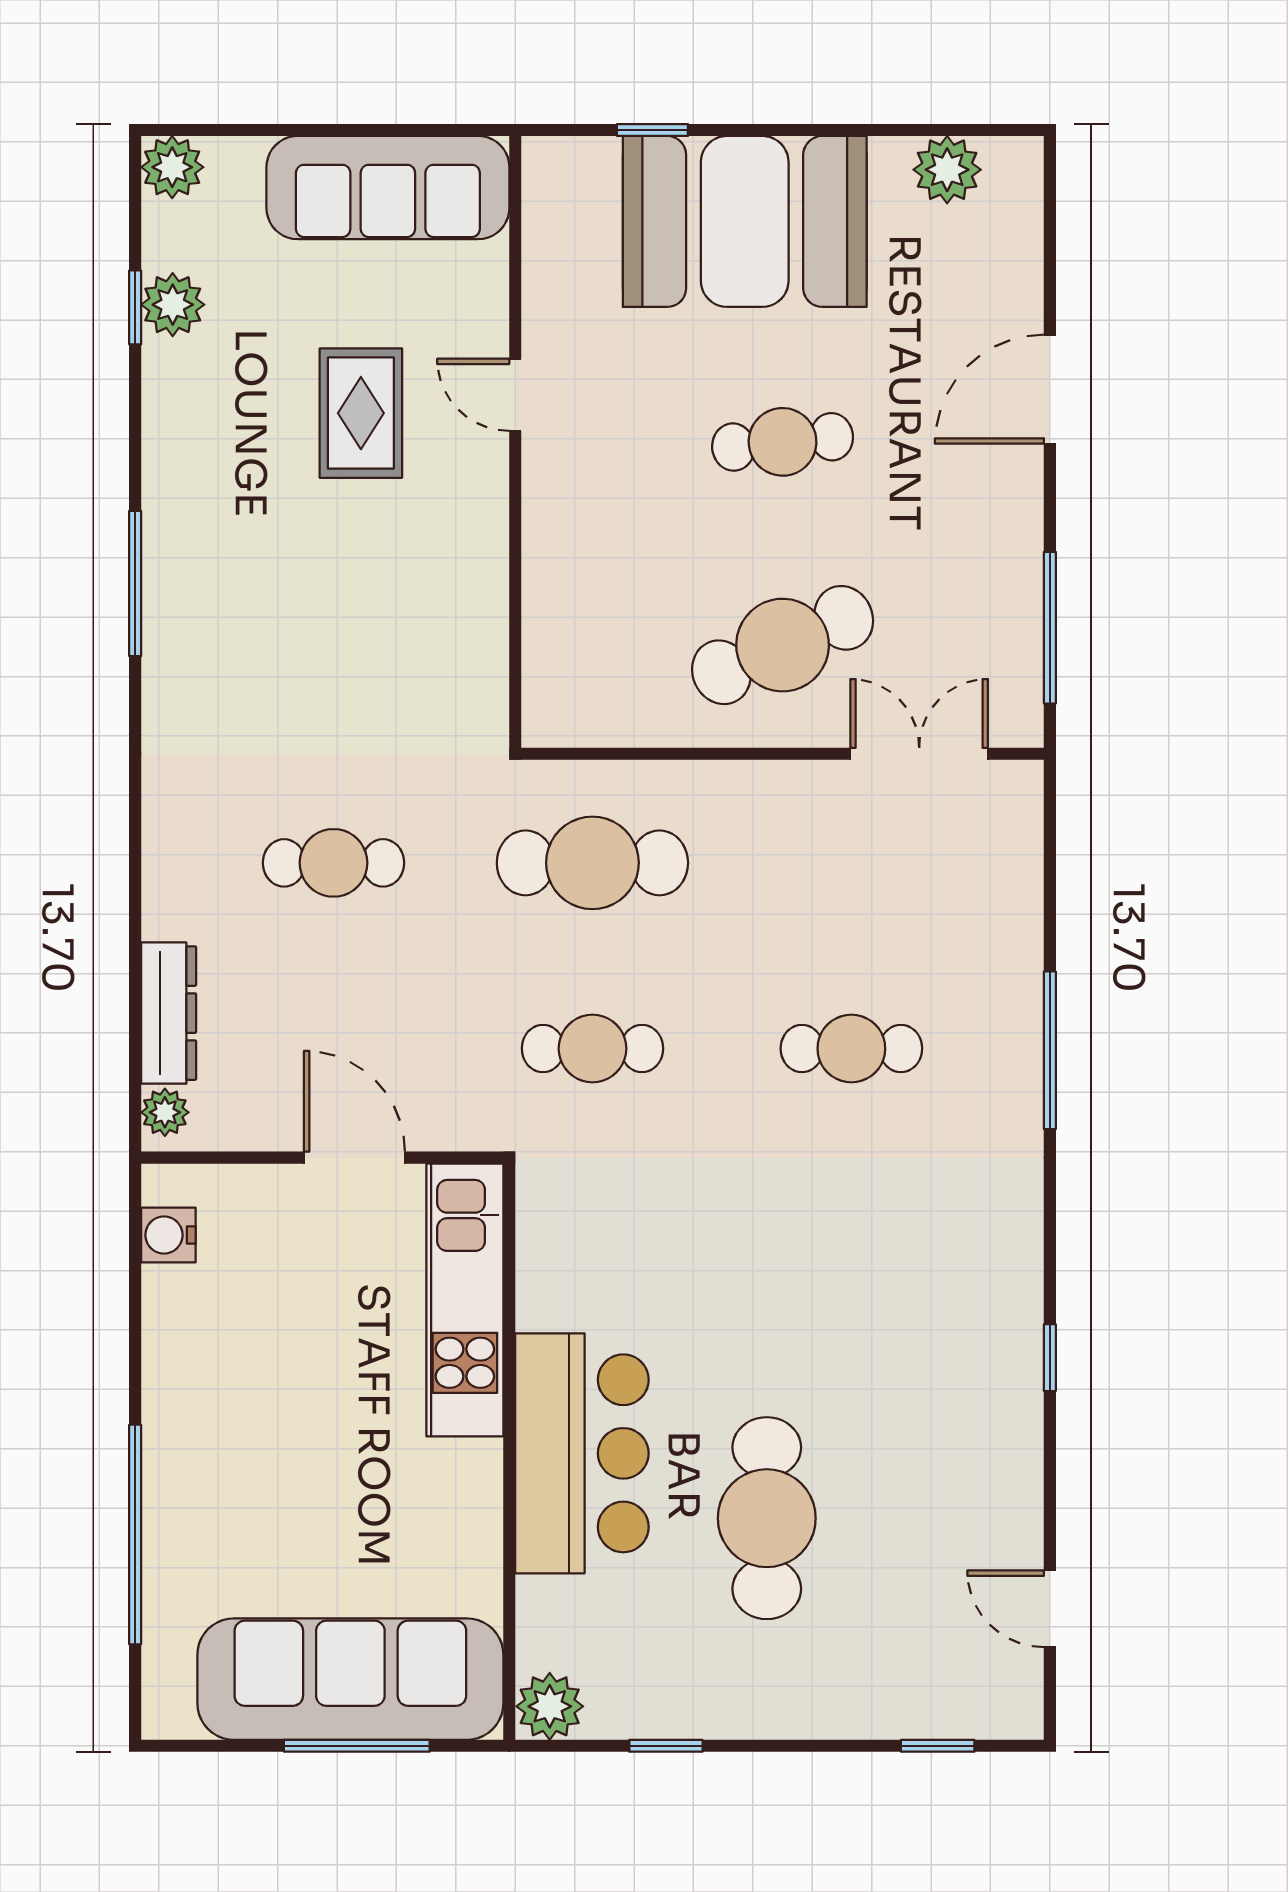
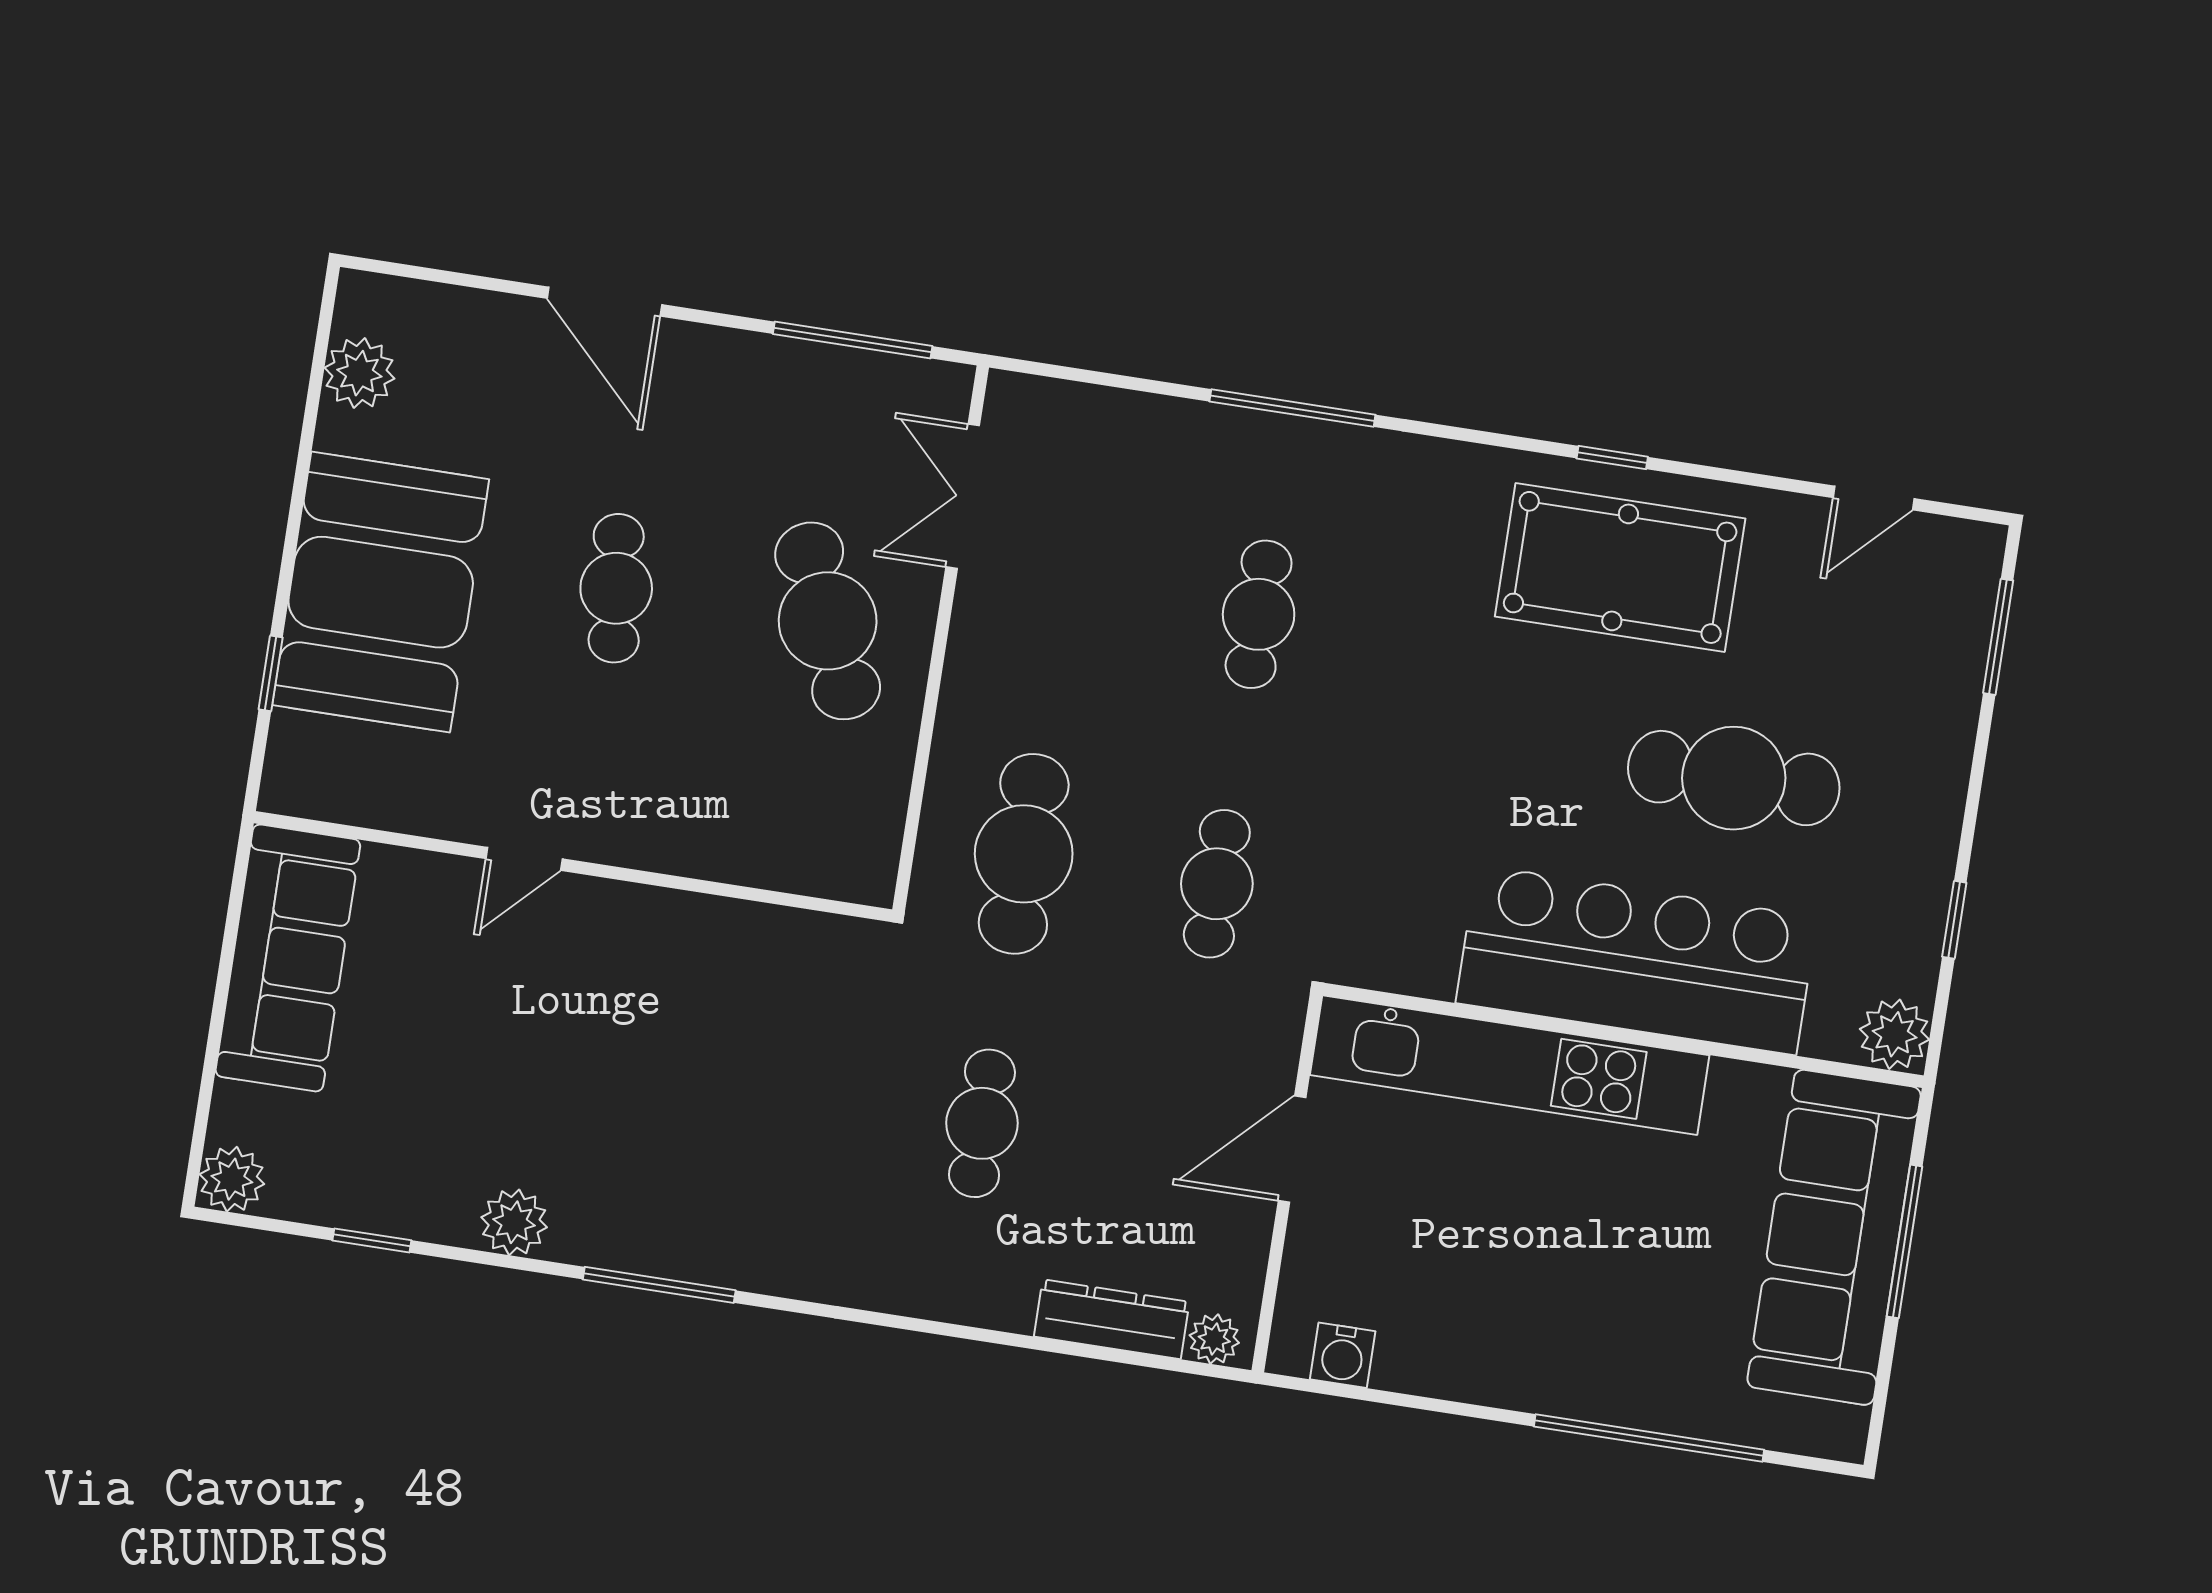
plant: (173, 305) -> (514, 1222), moved
rug: (361, 413) -> (518, 1022), removed
kitchen unit: (465, 1300) -> (1510, 1065), width x1.36
pool table: (948, 1381) -> (1620, 567), added
bar counter: (582, 1453) -> (1636, 960), width x1.36
window: (938, 1746) -> (1998, 637), width x1.50

